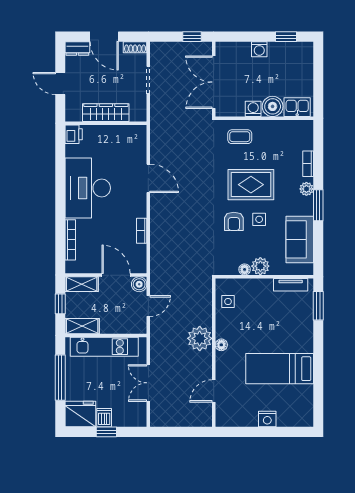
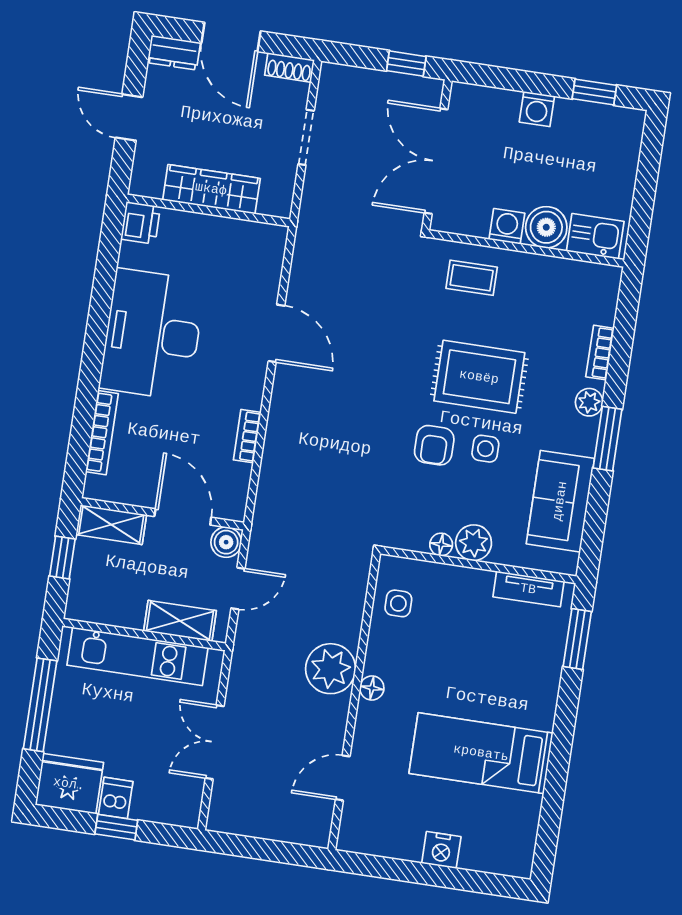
shelving: (82, 326) -> (180, 621), moved

